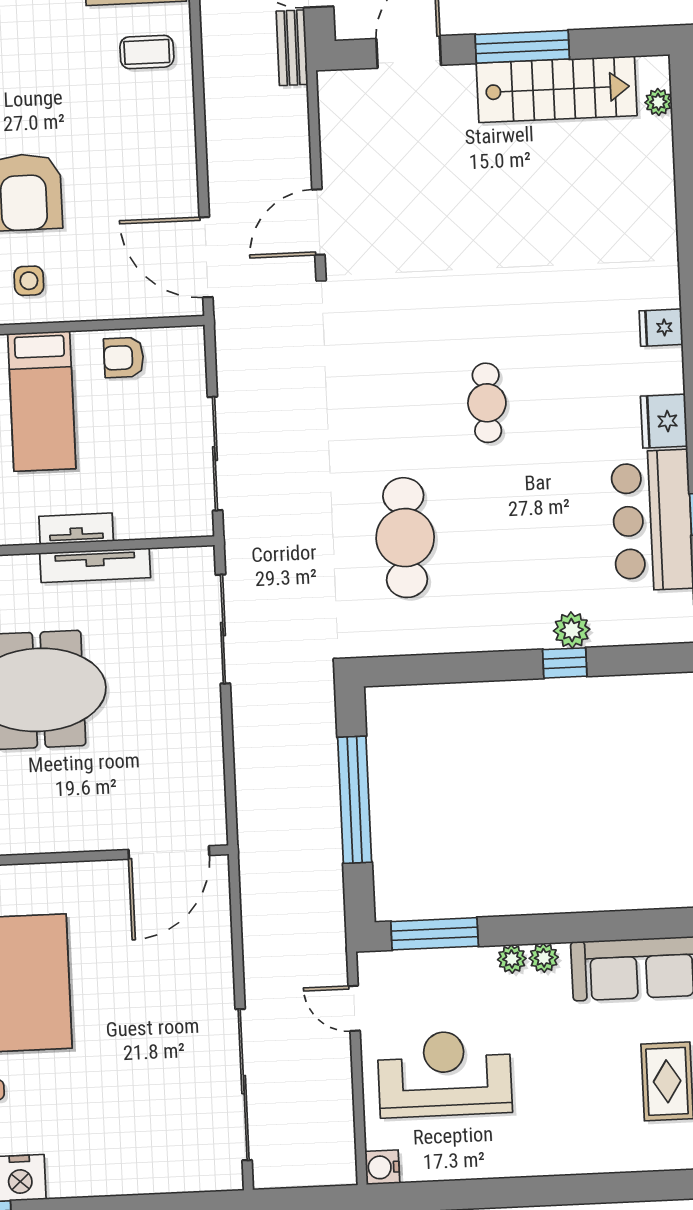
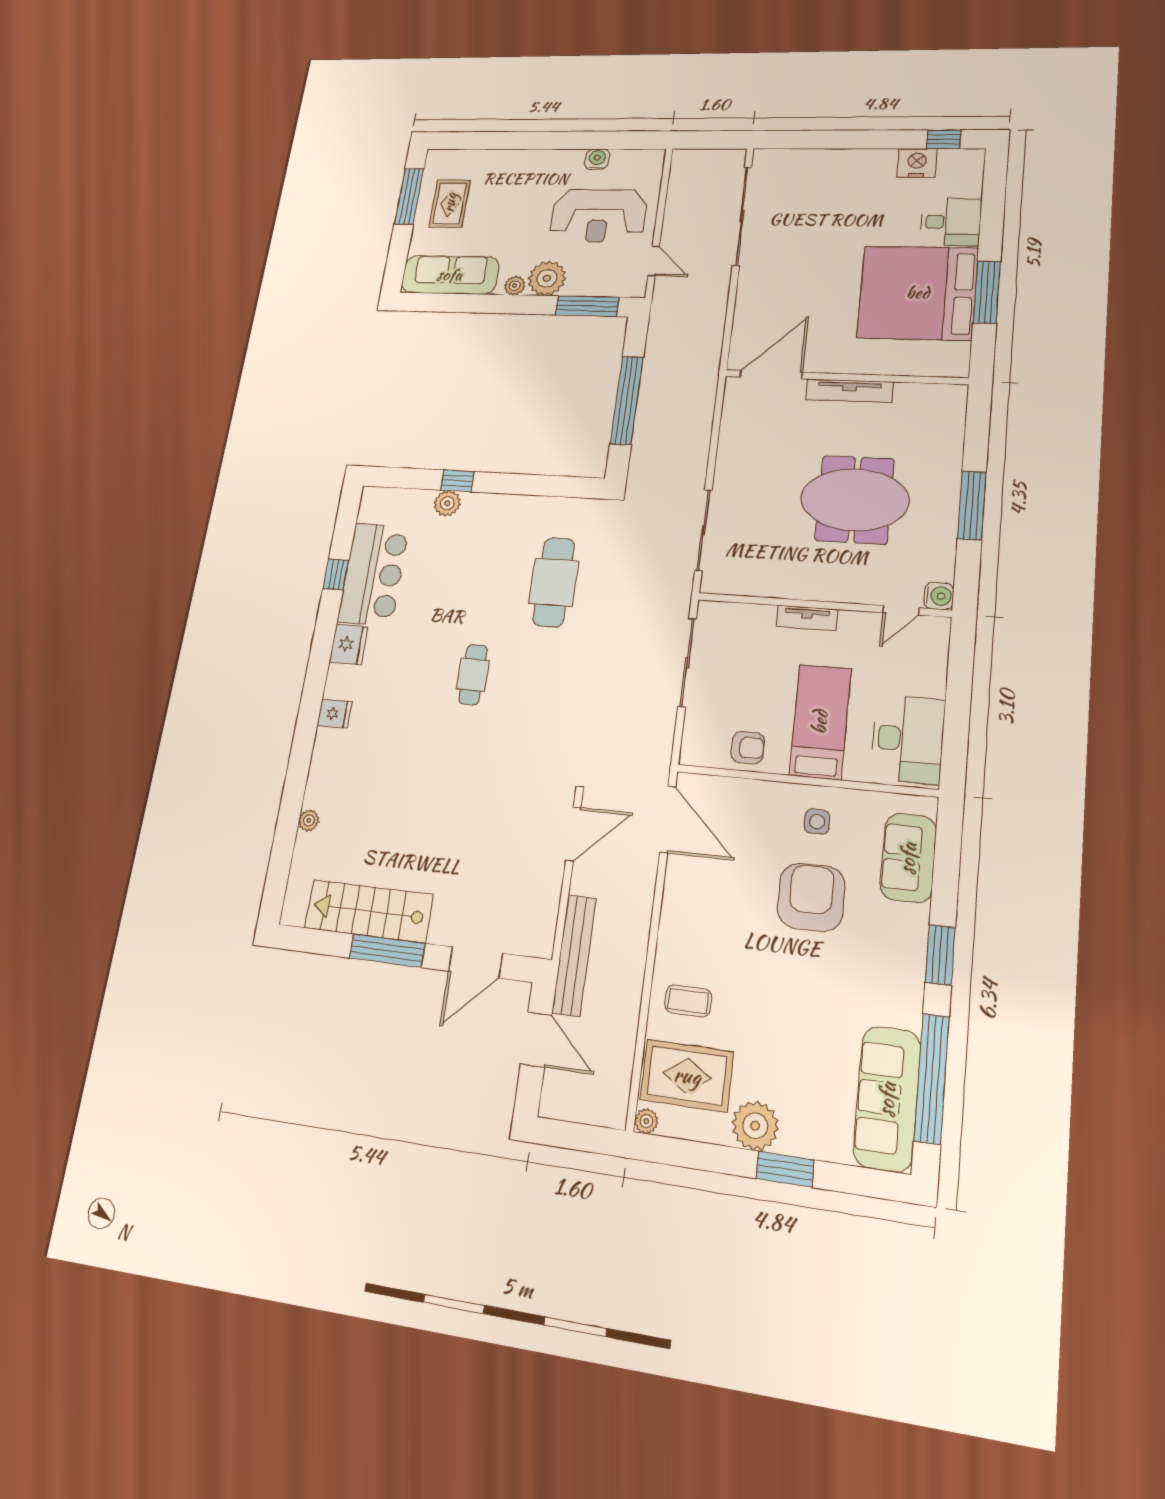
bench: (292, 48) -> (574, 955), width x1.86, depth x1.21
plant: (658, 102) -> (309, 820), moved
tv unit: (95, 565) -> (849, 391), moved, turned 180
plant: (512, 959) -> (547, 278), width x1.87, depth x1.87
water cooler: (382, 1167) -> (597, 159), moved, turned -90

